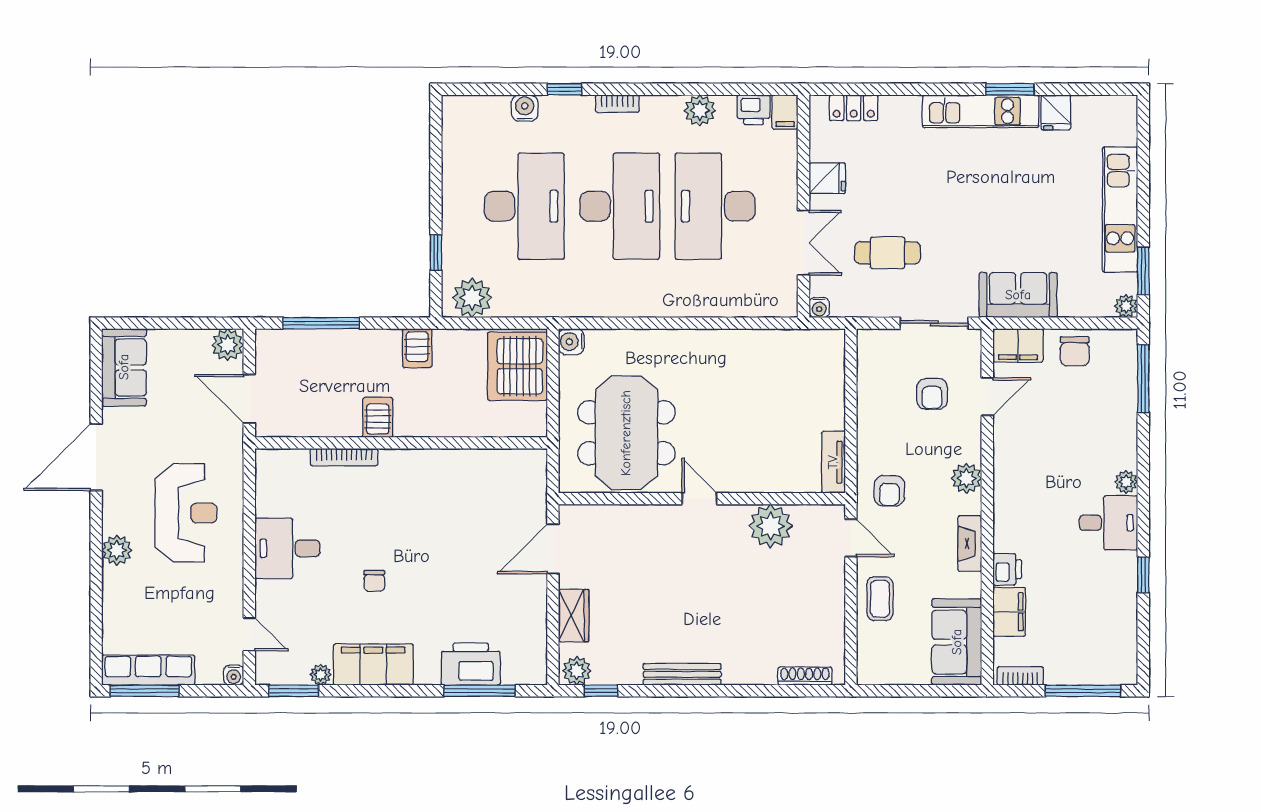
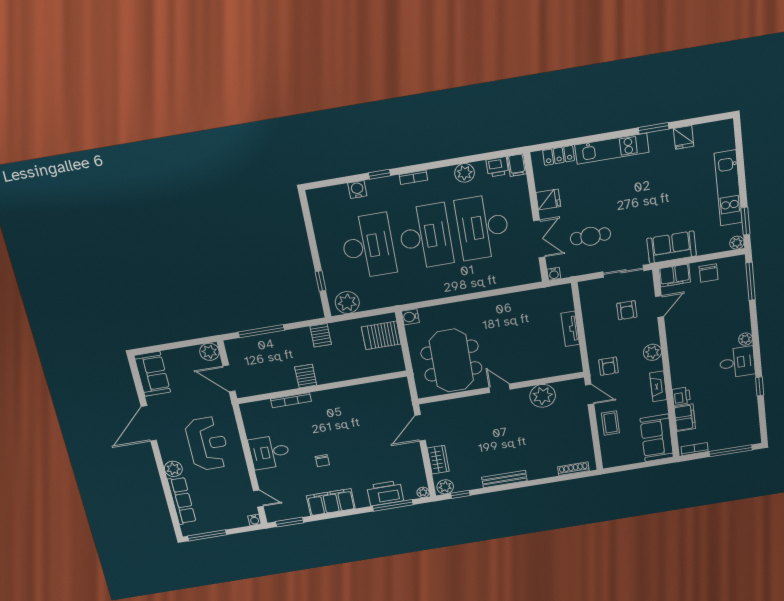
kitchen unit: (981, 111) -> (612, 149), moved
server rack: (517, 366) -> (381, 335), width x0.62
tv unit: (833, 462) -> (570, 329), moved
row of seats: (148, 670) -> (182, 501), moved, turned 90
plant: (321, 675) -> (423, 492), moved

